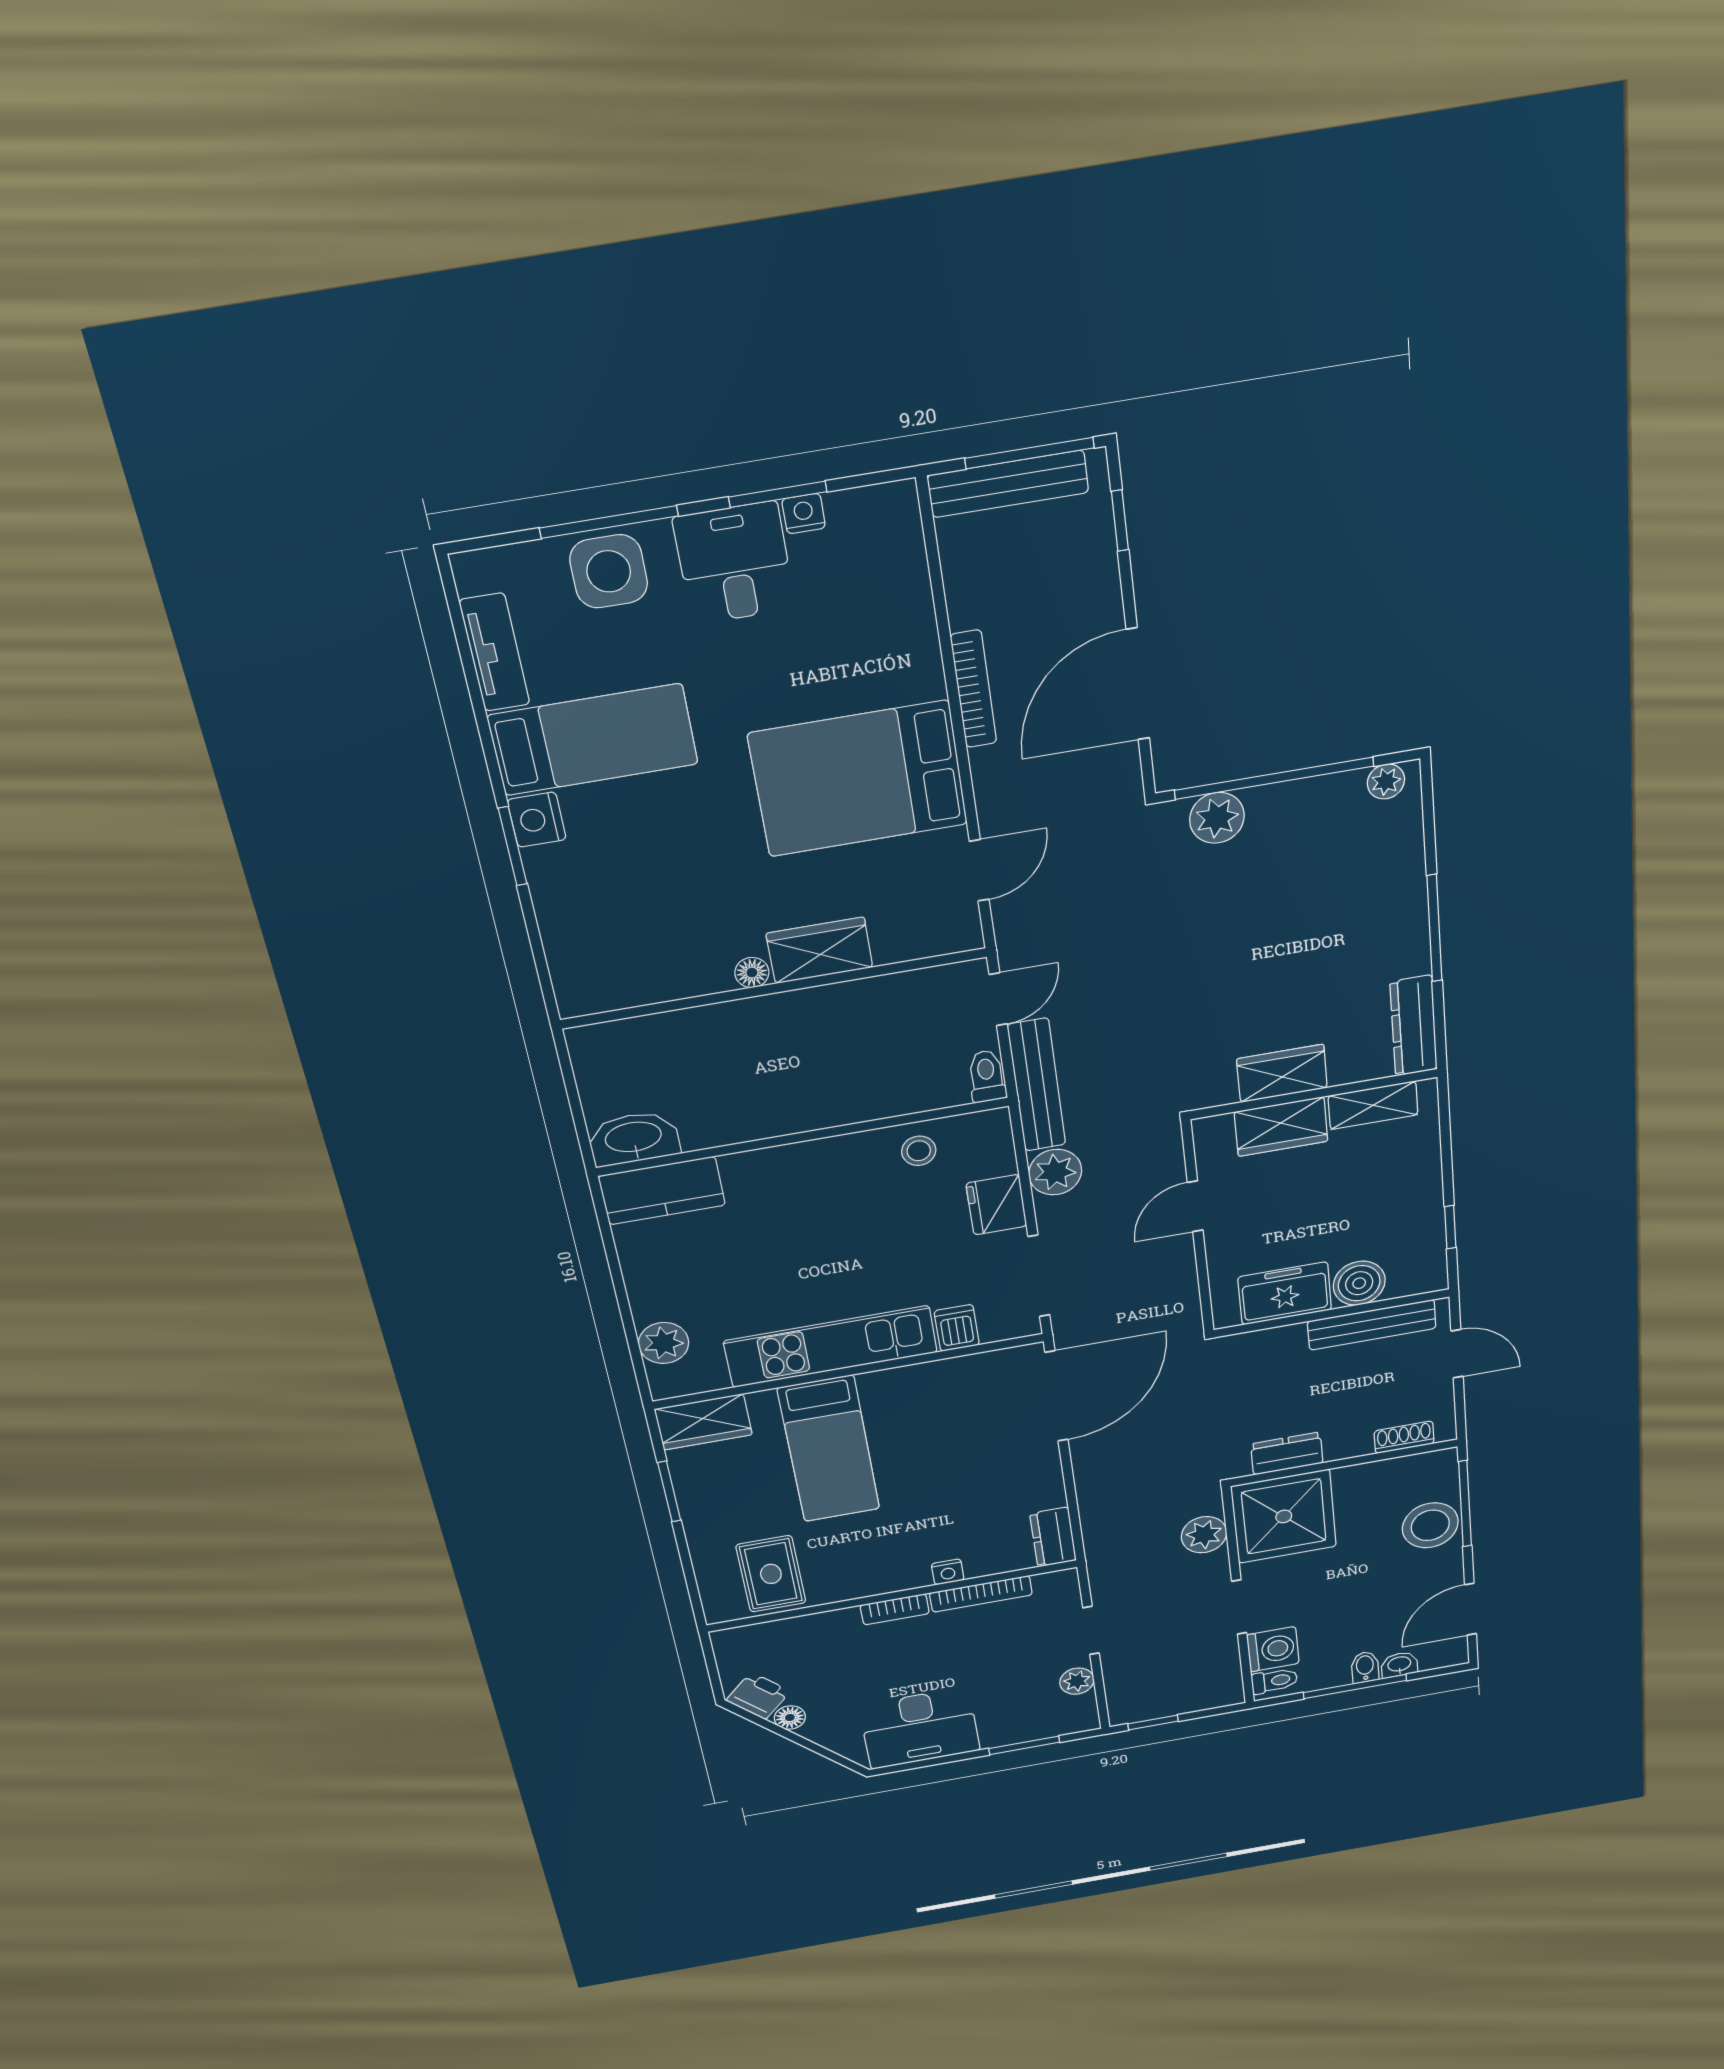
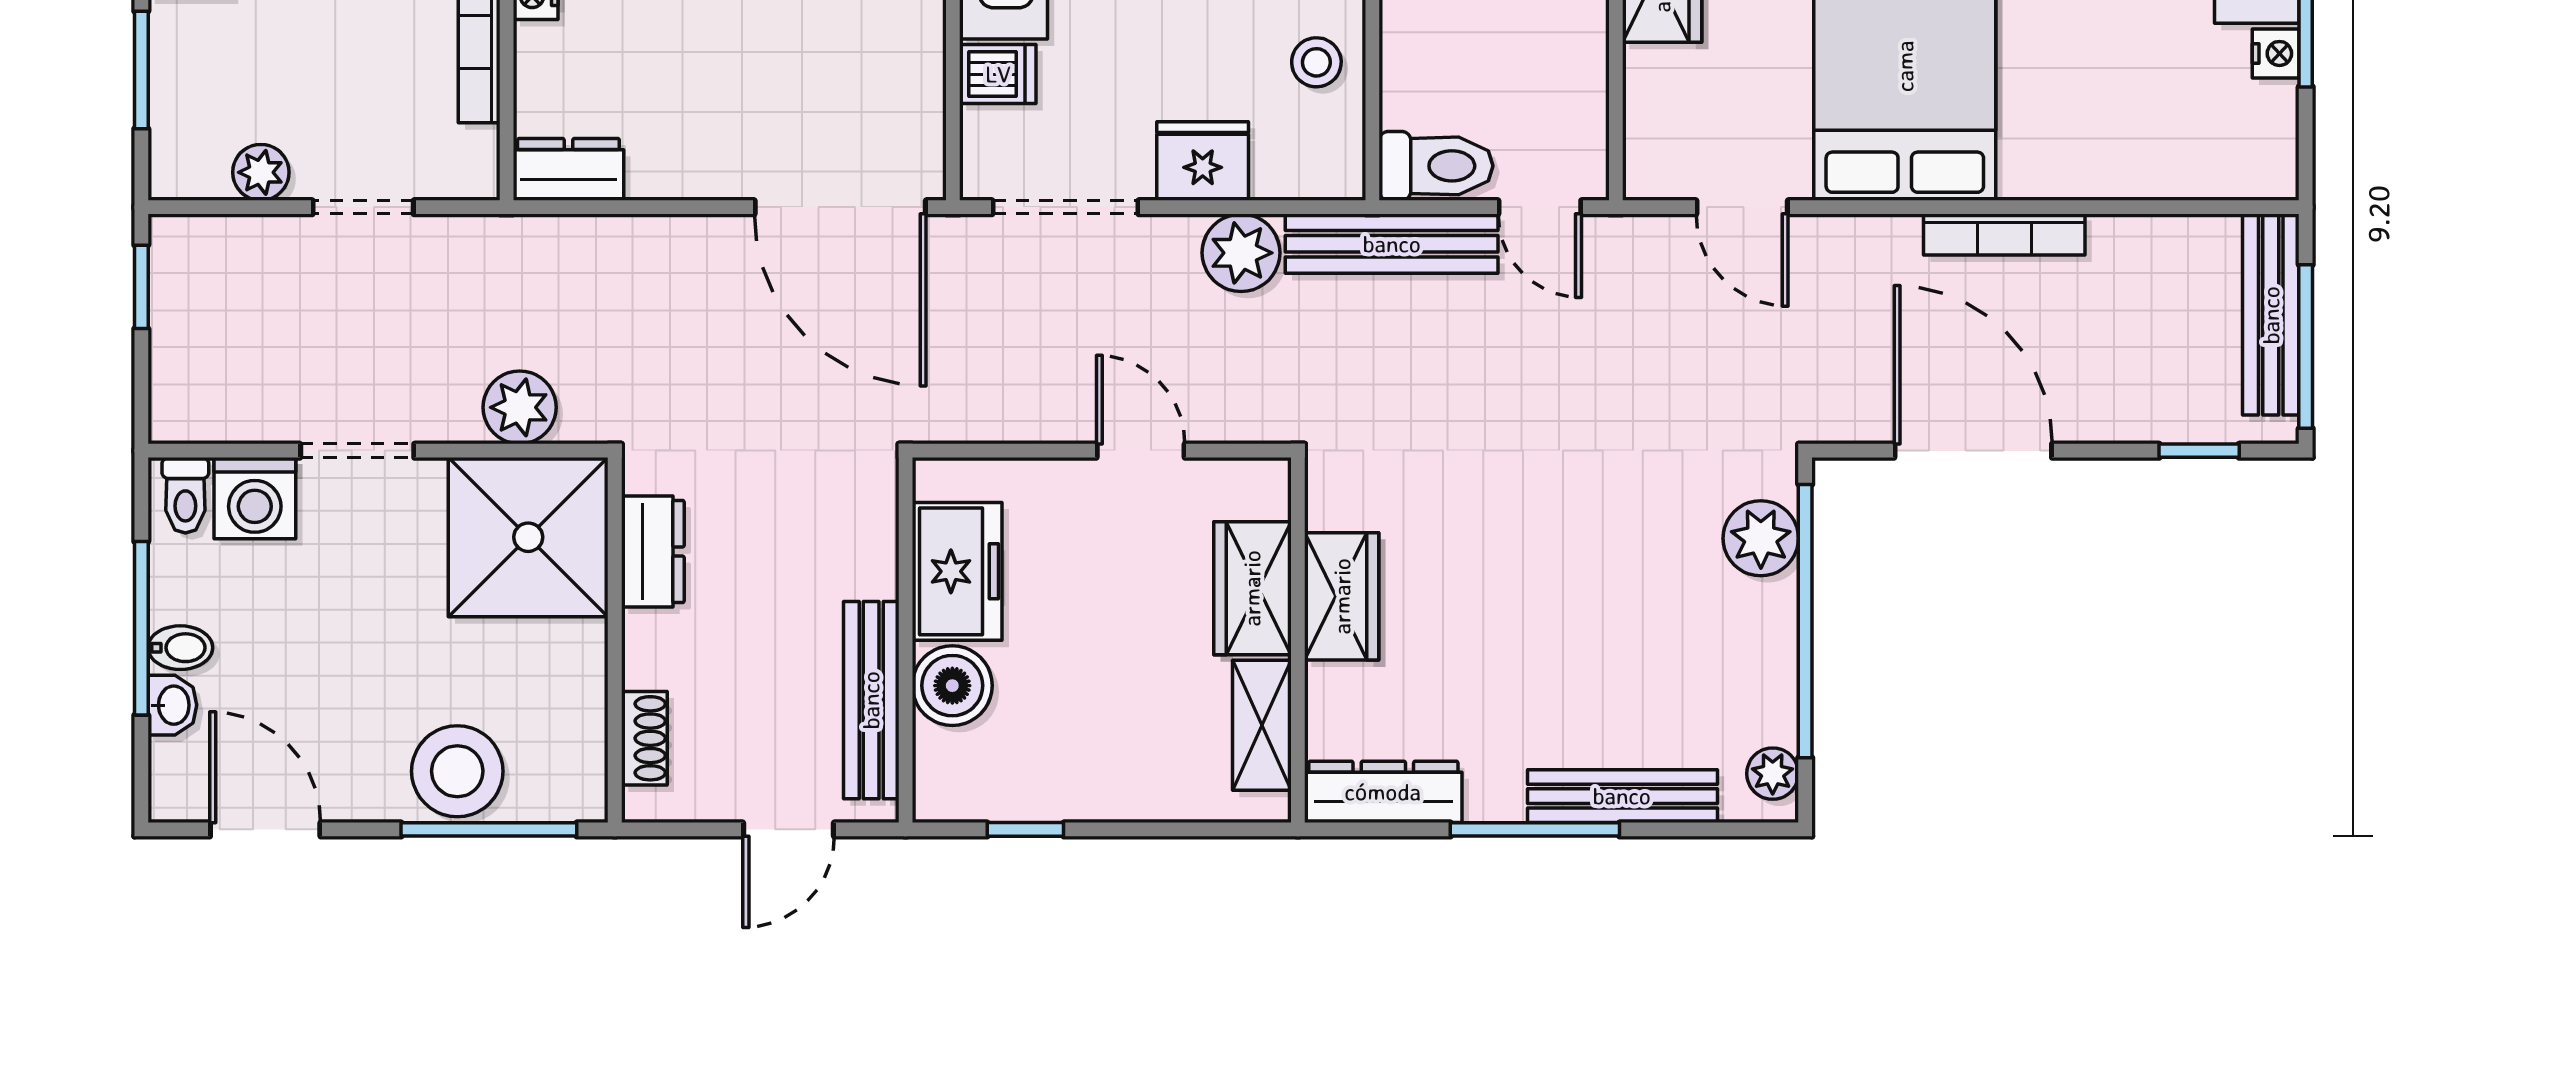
bench: (1408, 877) -> (1622, 796), added
toilet: (987, 1076) -> (1436, 166), width x1.37, depth x1.39

